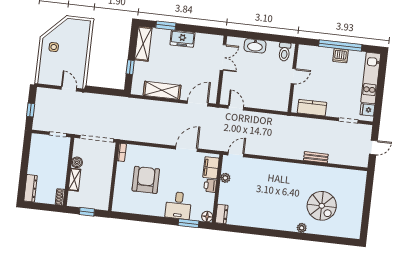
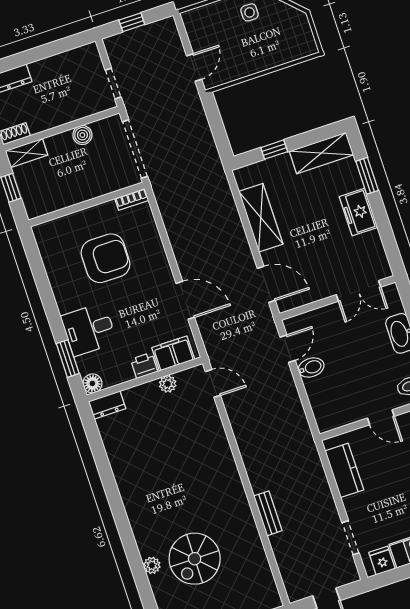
bidet: (251, 100) -> (311, 367), added
shelving: (75, 180) -> (26, 153), moved
plant: (302, 228) -> (152, 565), moved

